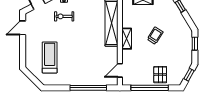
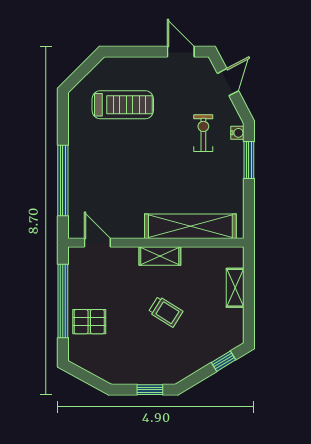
window: (189, 75) -> (89, 378), removed

